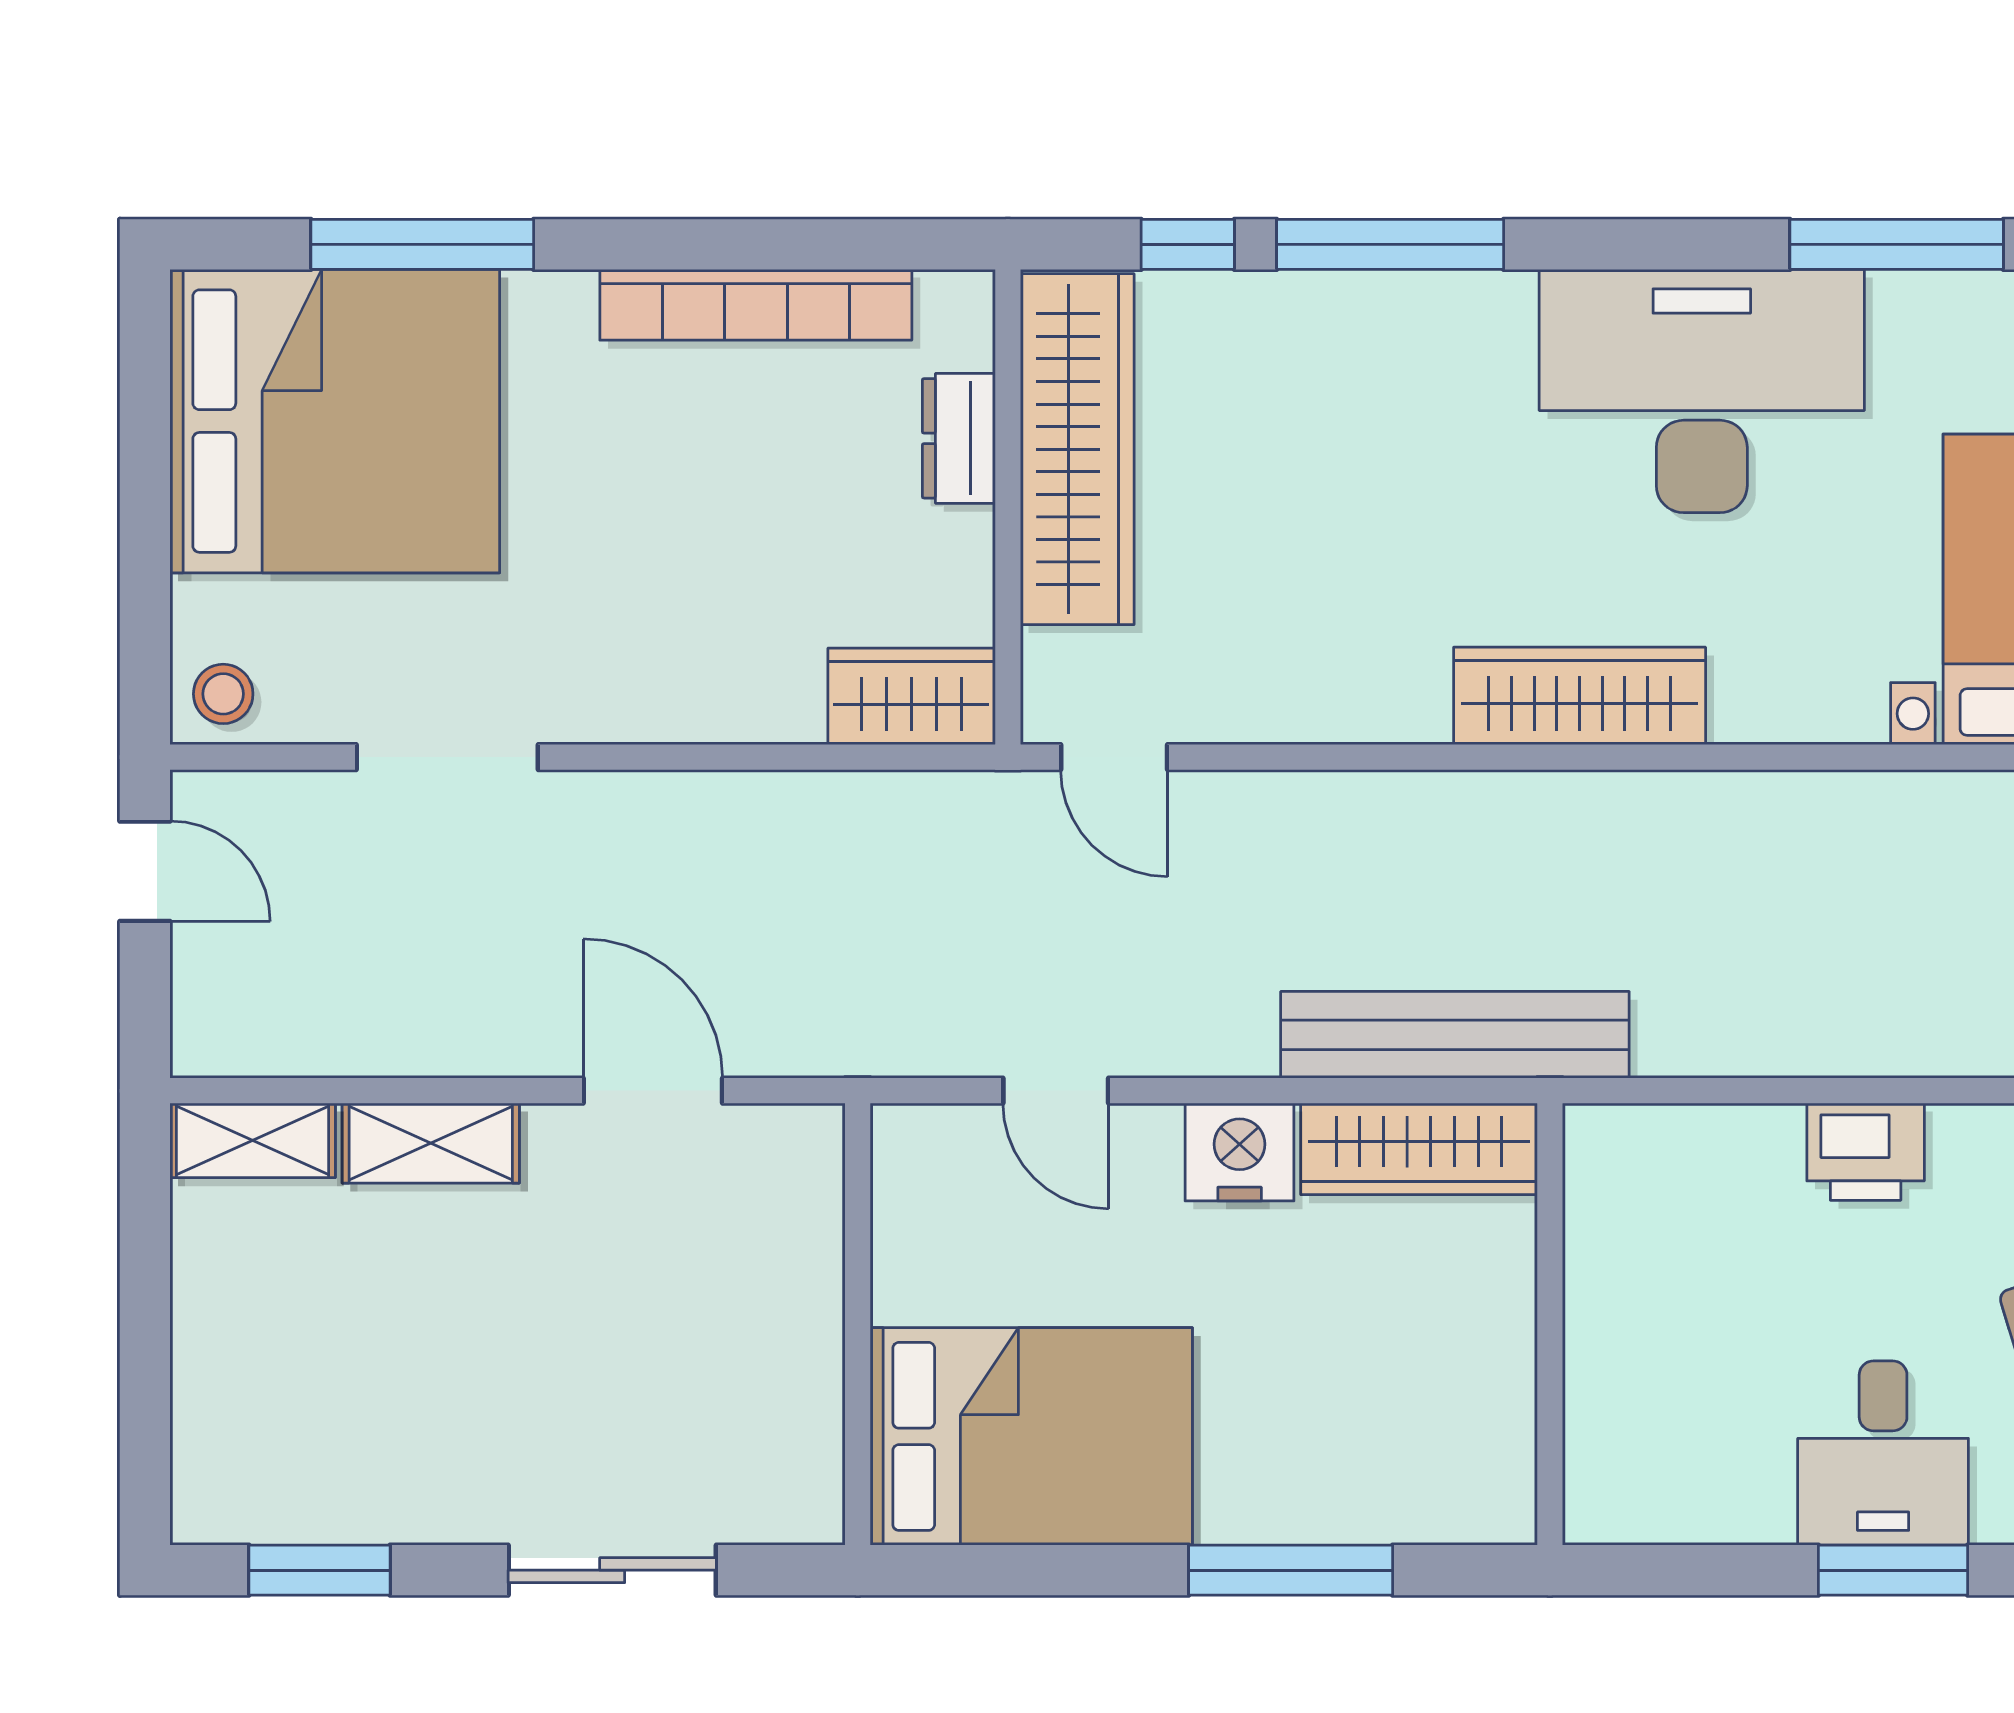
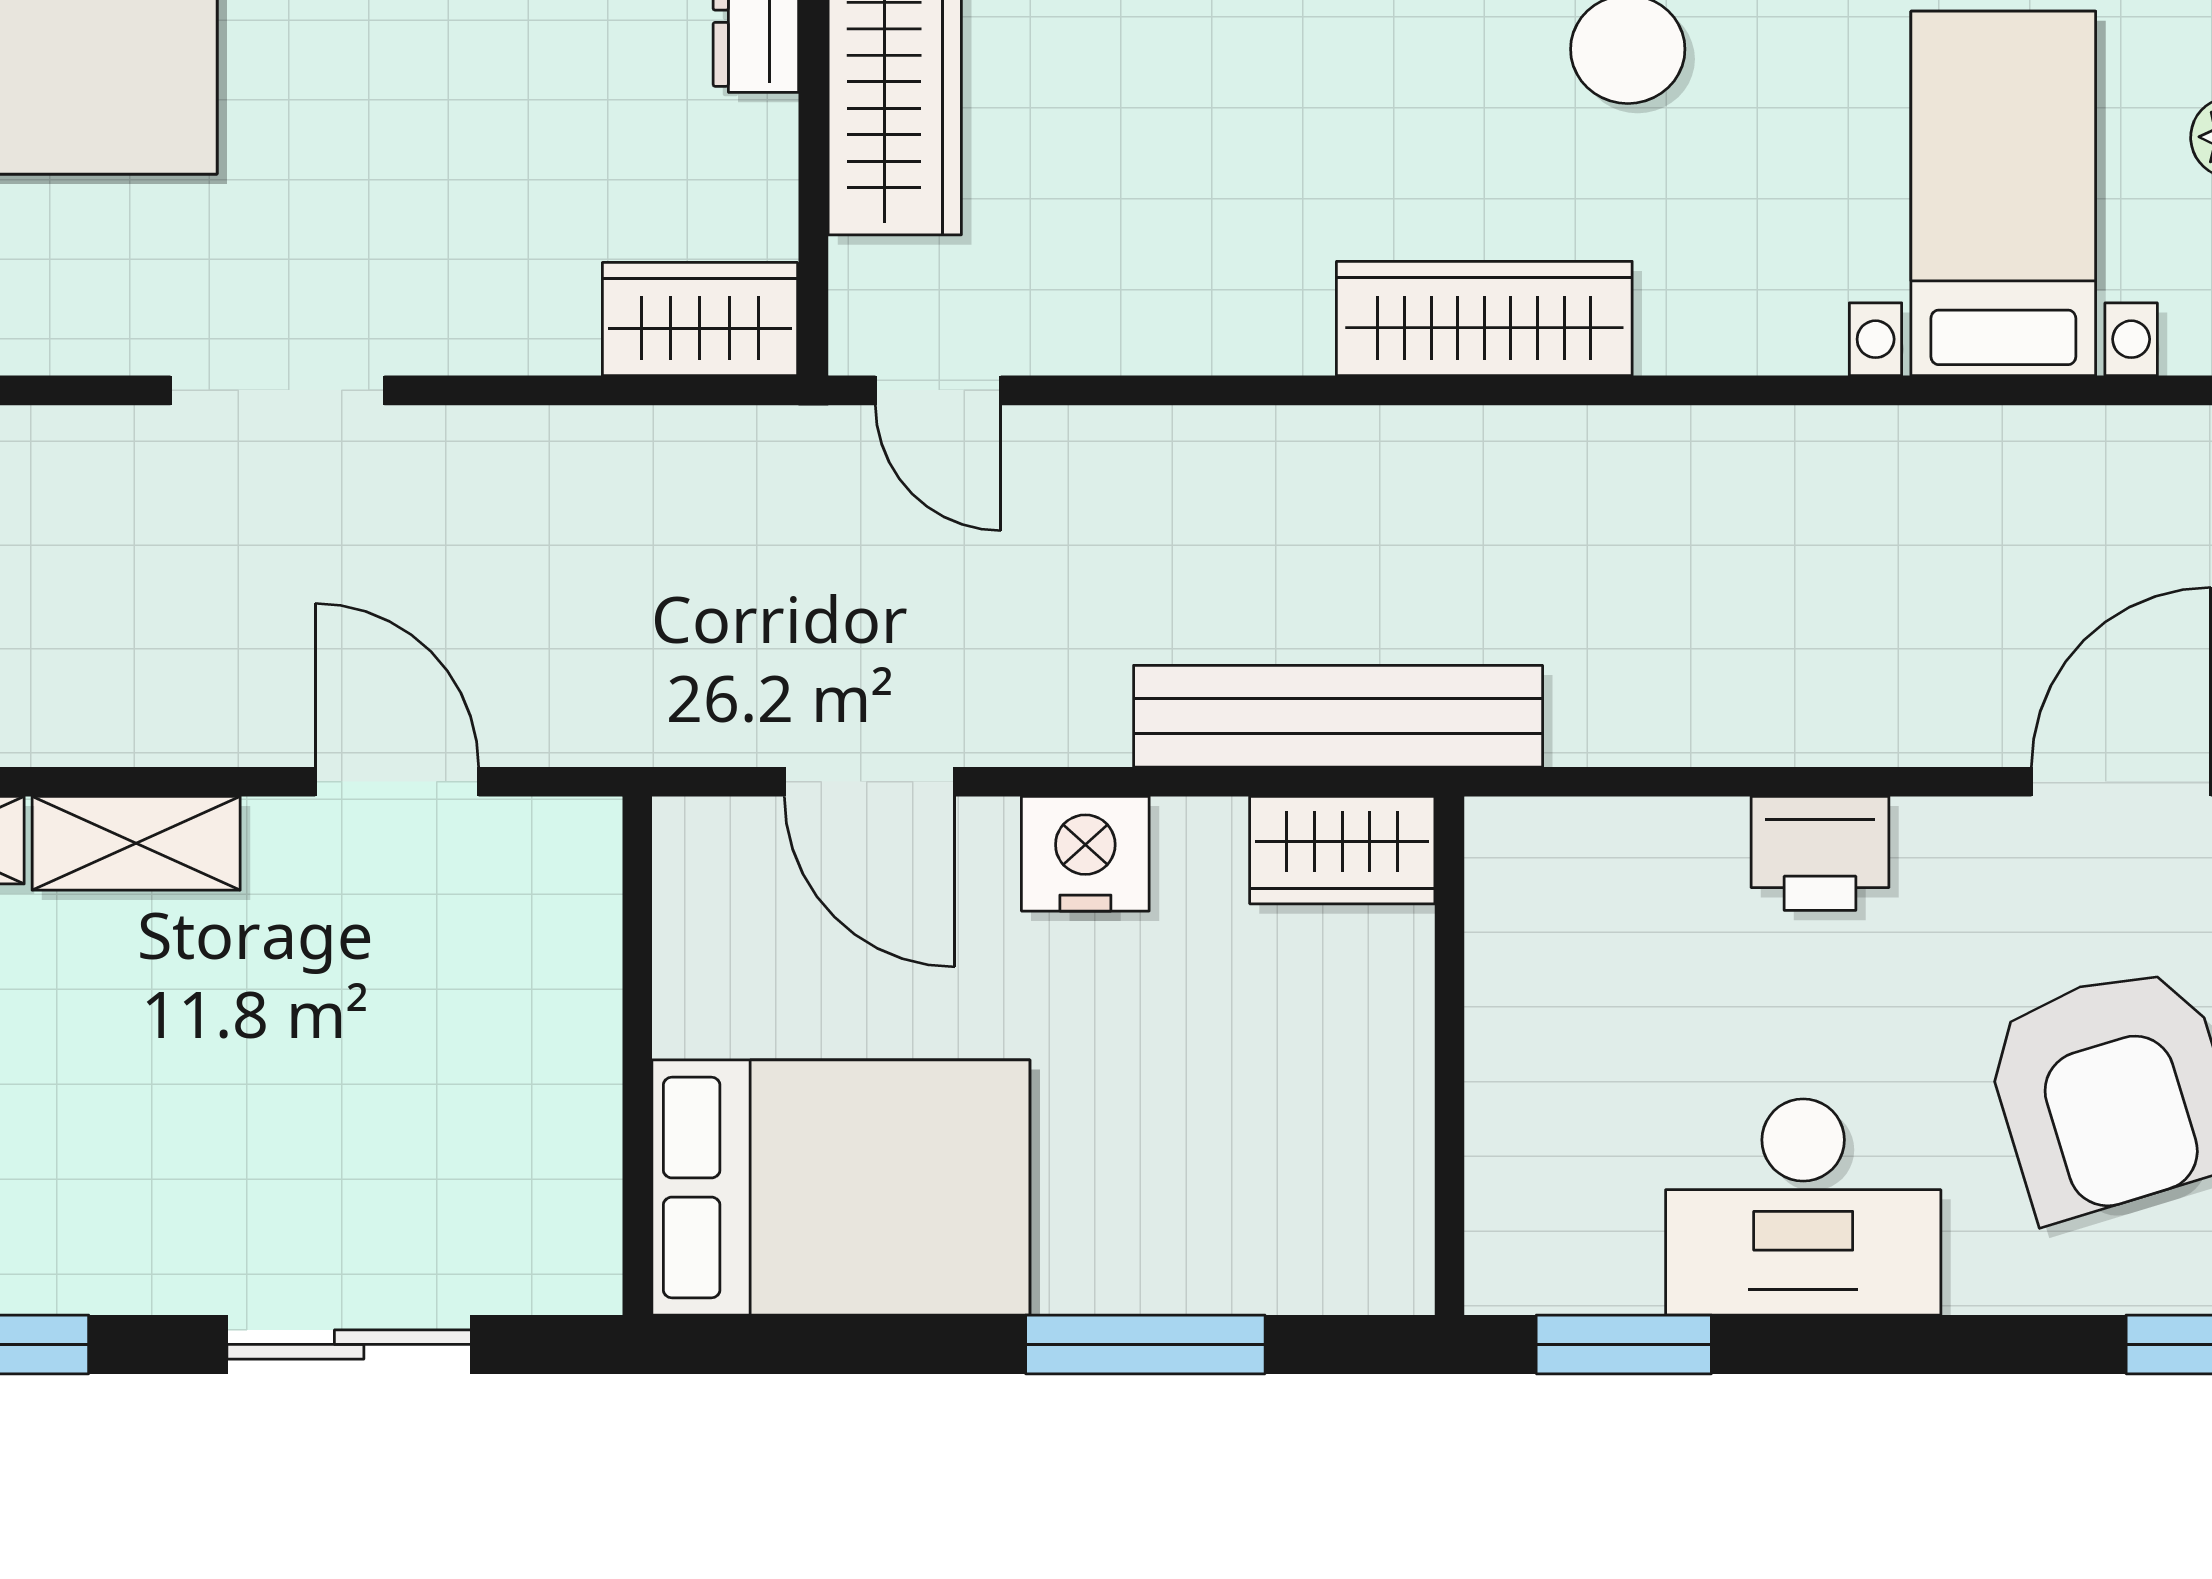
doorway: (447, 757) -> (277, 390), moved
door: (1056, 1091) -> (870, 782), width x1.38
wardrobe: (1419, 1149) -> (1342, 850), width x0.67
desk: (1883, 1453) -> (1803, 1207), width x1.37
window: (1893, 1570) -> (1624, 1344), moved

